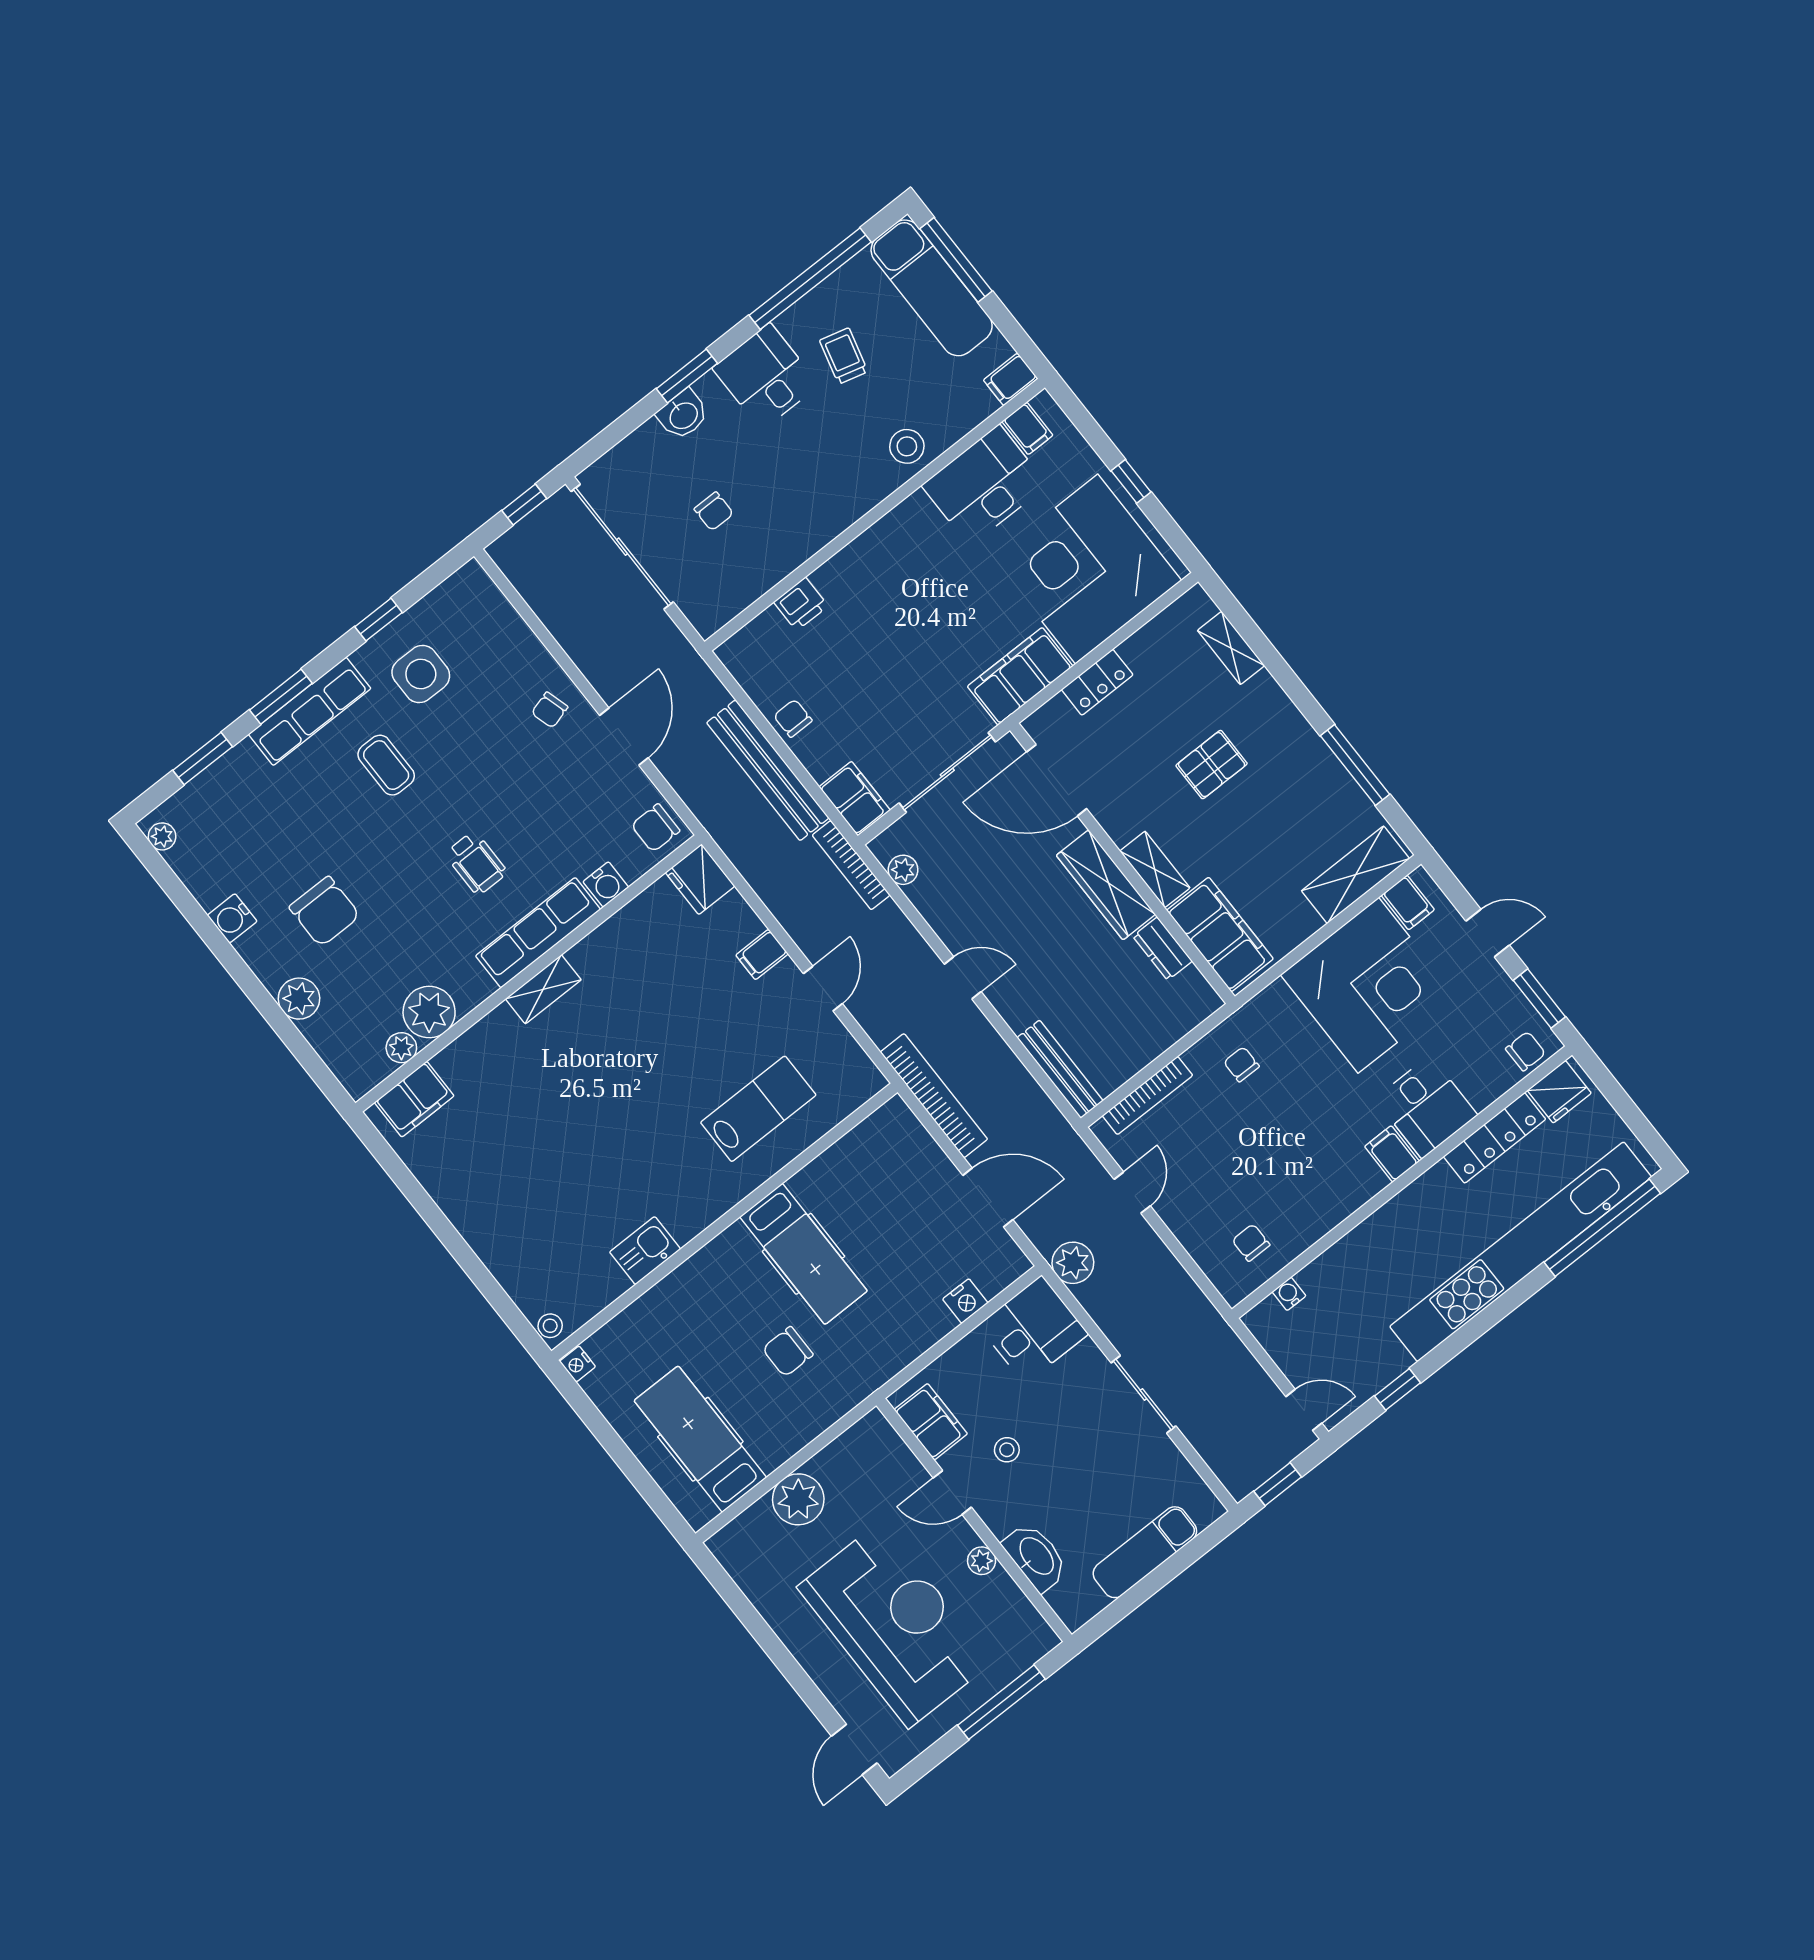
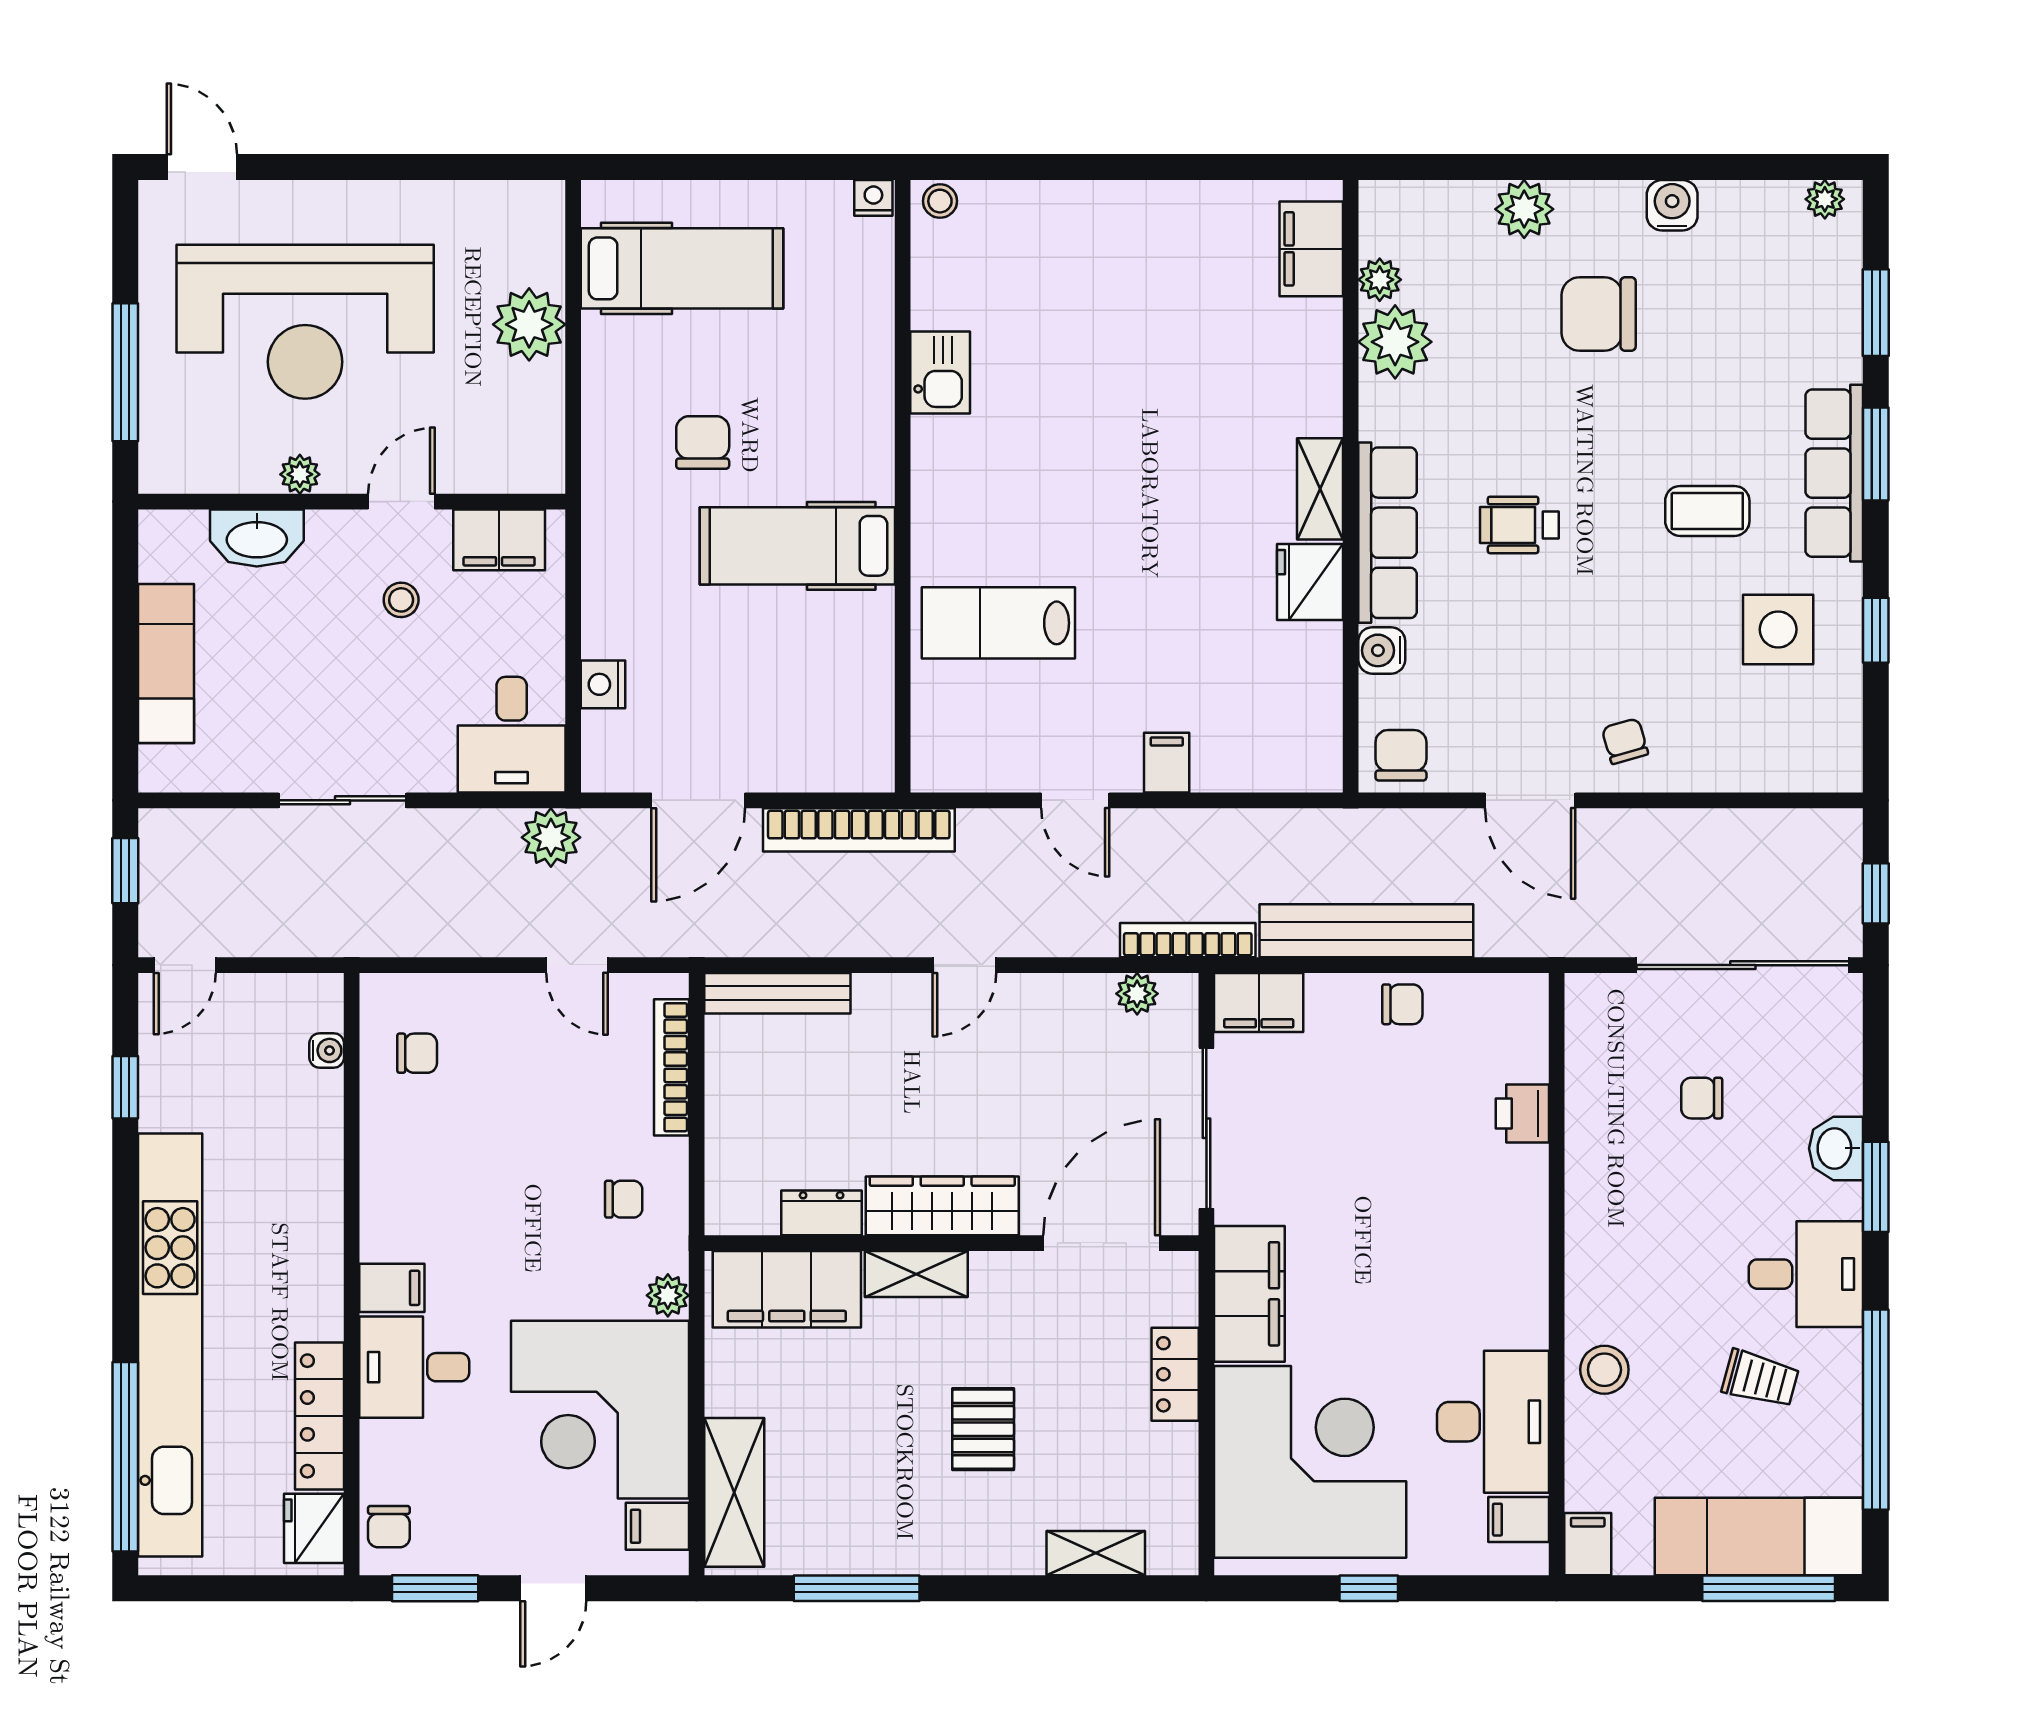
fridge: (700, 879) -> (1310, 582), moved, turned -90
plant: (1275, 998) -> (668, 1295), added
lab bench: (758, 1109) -> (998, 623), turned 90

